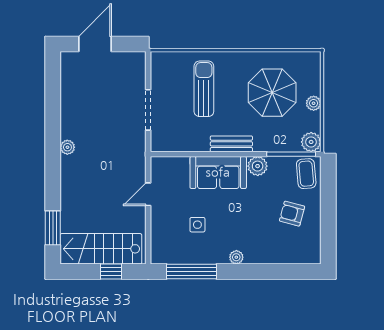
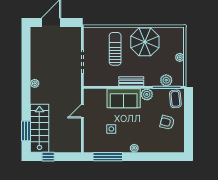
parasol: (272, 93) -> (145, 42), moved
plant: (311, 142) -> (166, 80), moved
stairs: (101, 249) -> (39, 128), moved, turned 90
window: (111, 272) -> (48, 157), moved

